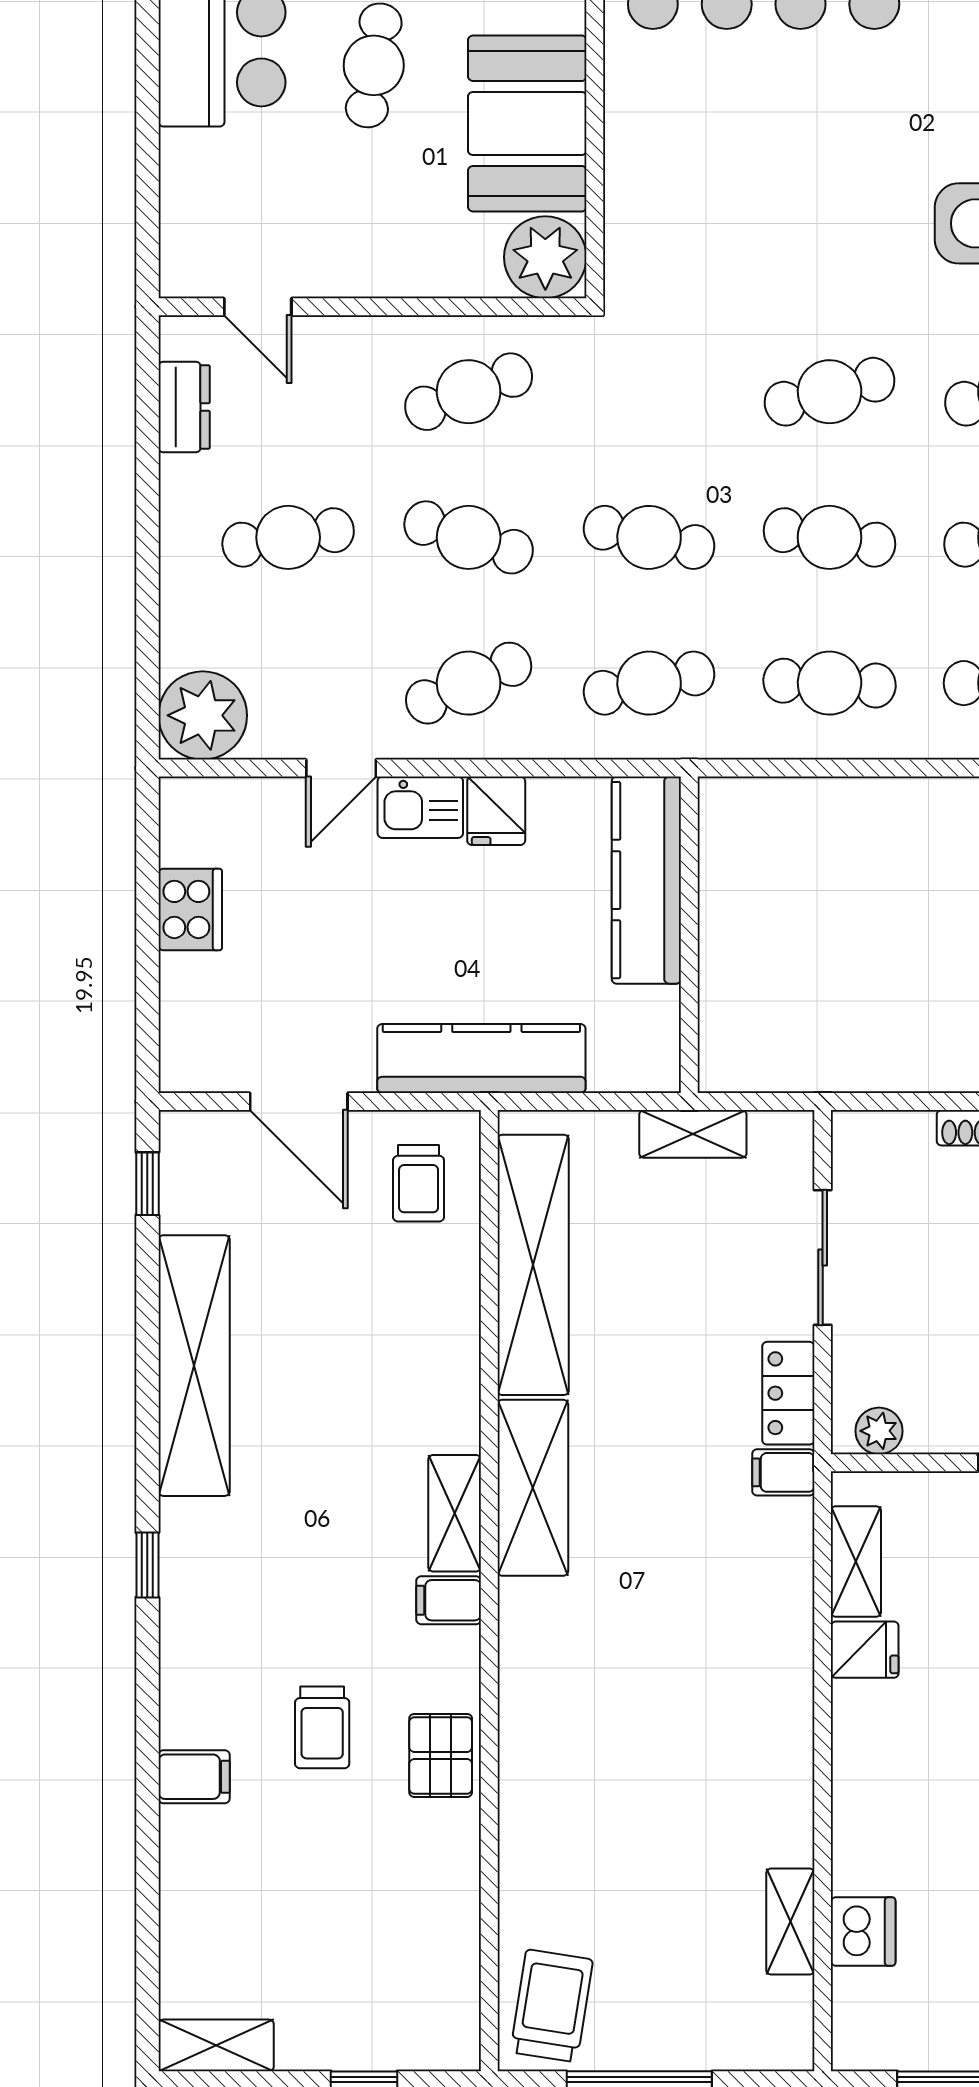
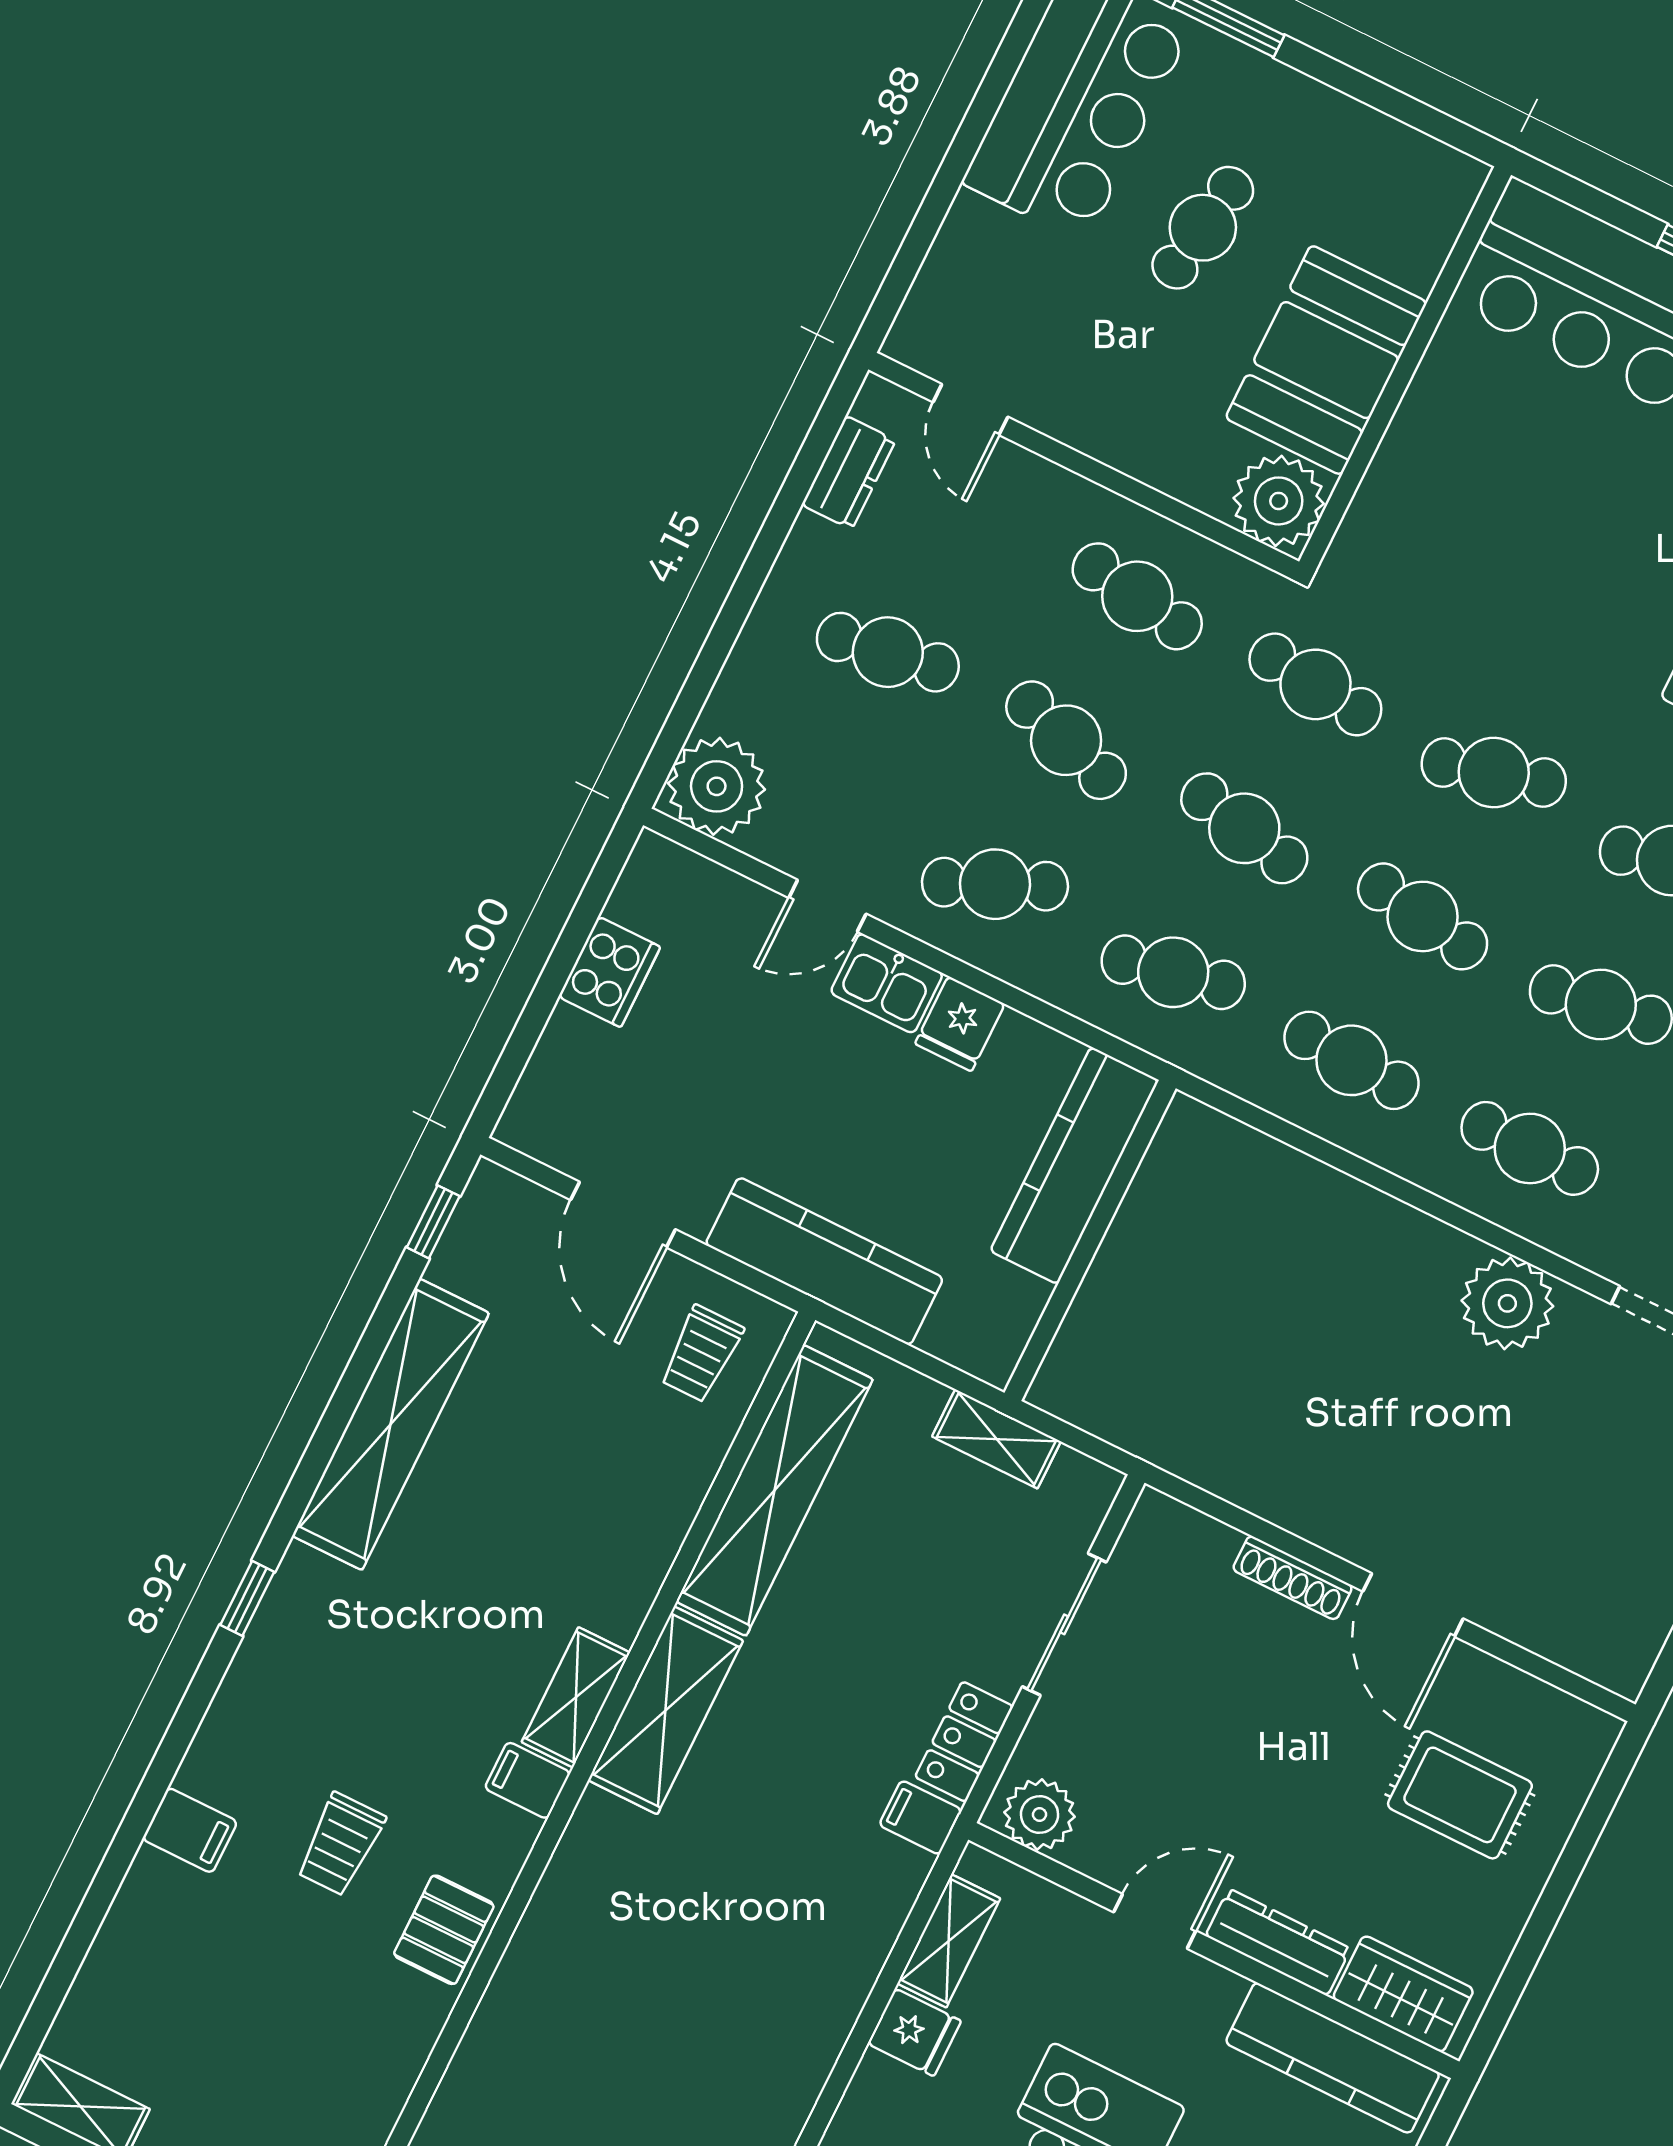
cafe table: (469, 392) -> (1137, 596), turned 30
cafe table: (649, 392) -> (1315, 684), added
plant: (879, 1431) -> (1040, 1815), width x1.38, depth x1.38

